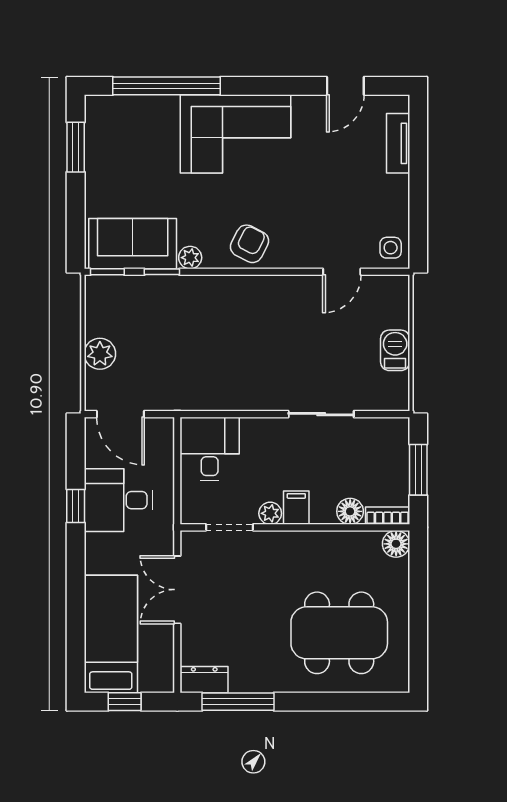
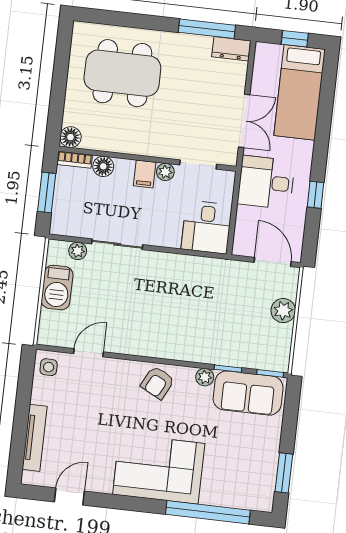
tv unit: (398, 143) -> (35, 438), width x1.41
barbecue: (395, 350) -> (57, 288), width x1.38, depth x1.27
plant: (370, 400) -> (78, 251), added
desk: (118, 500) -> (266, 182), moved, turned 180

